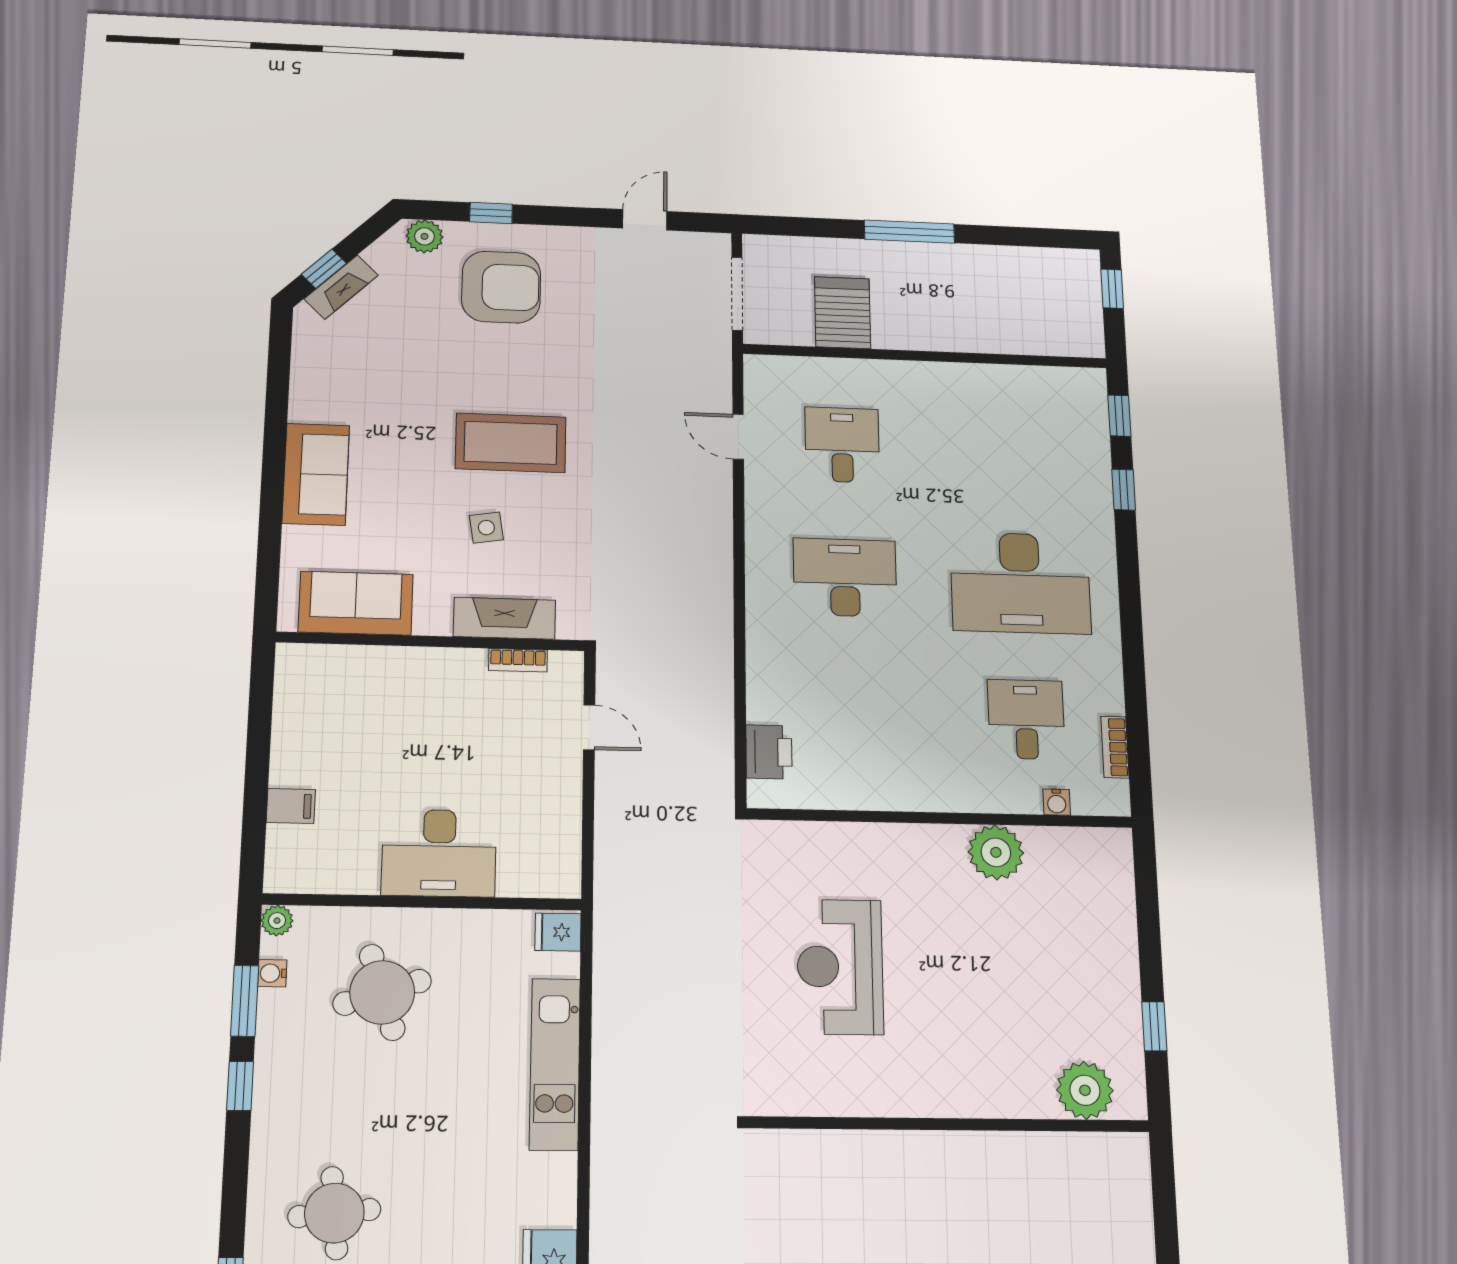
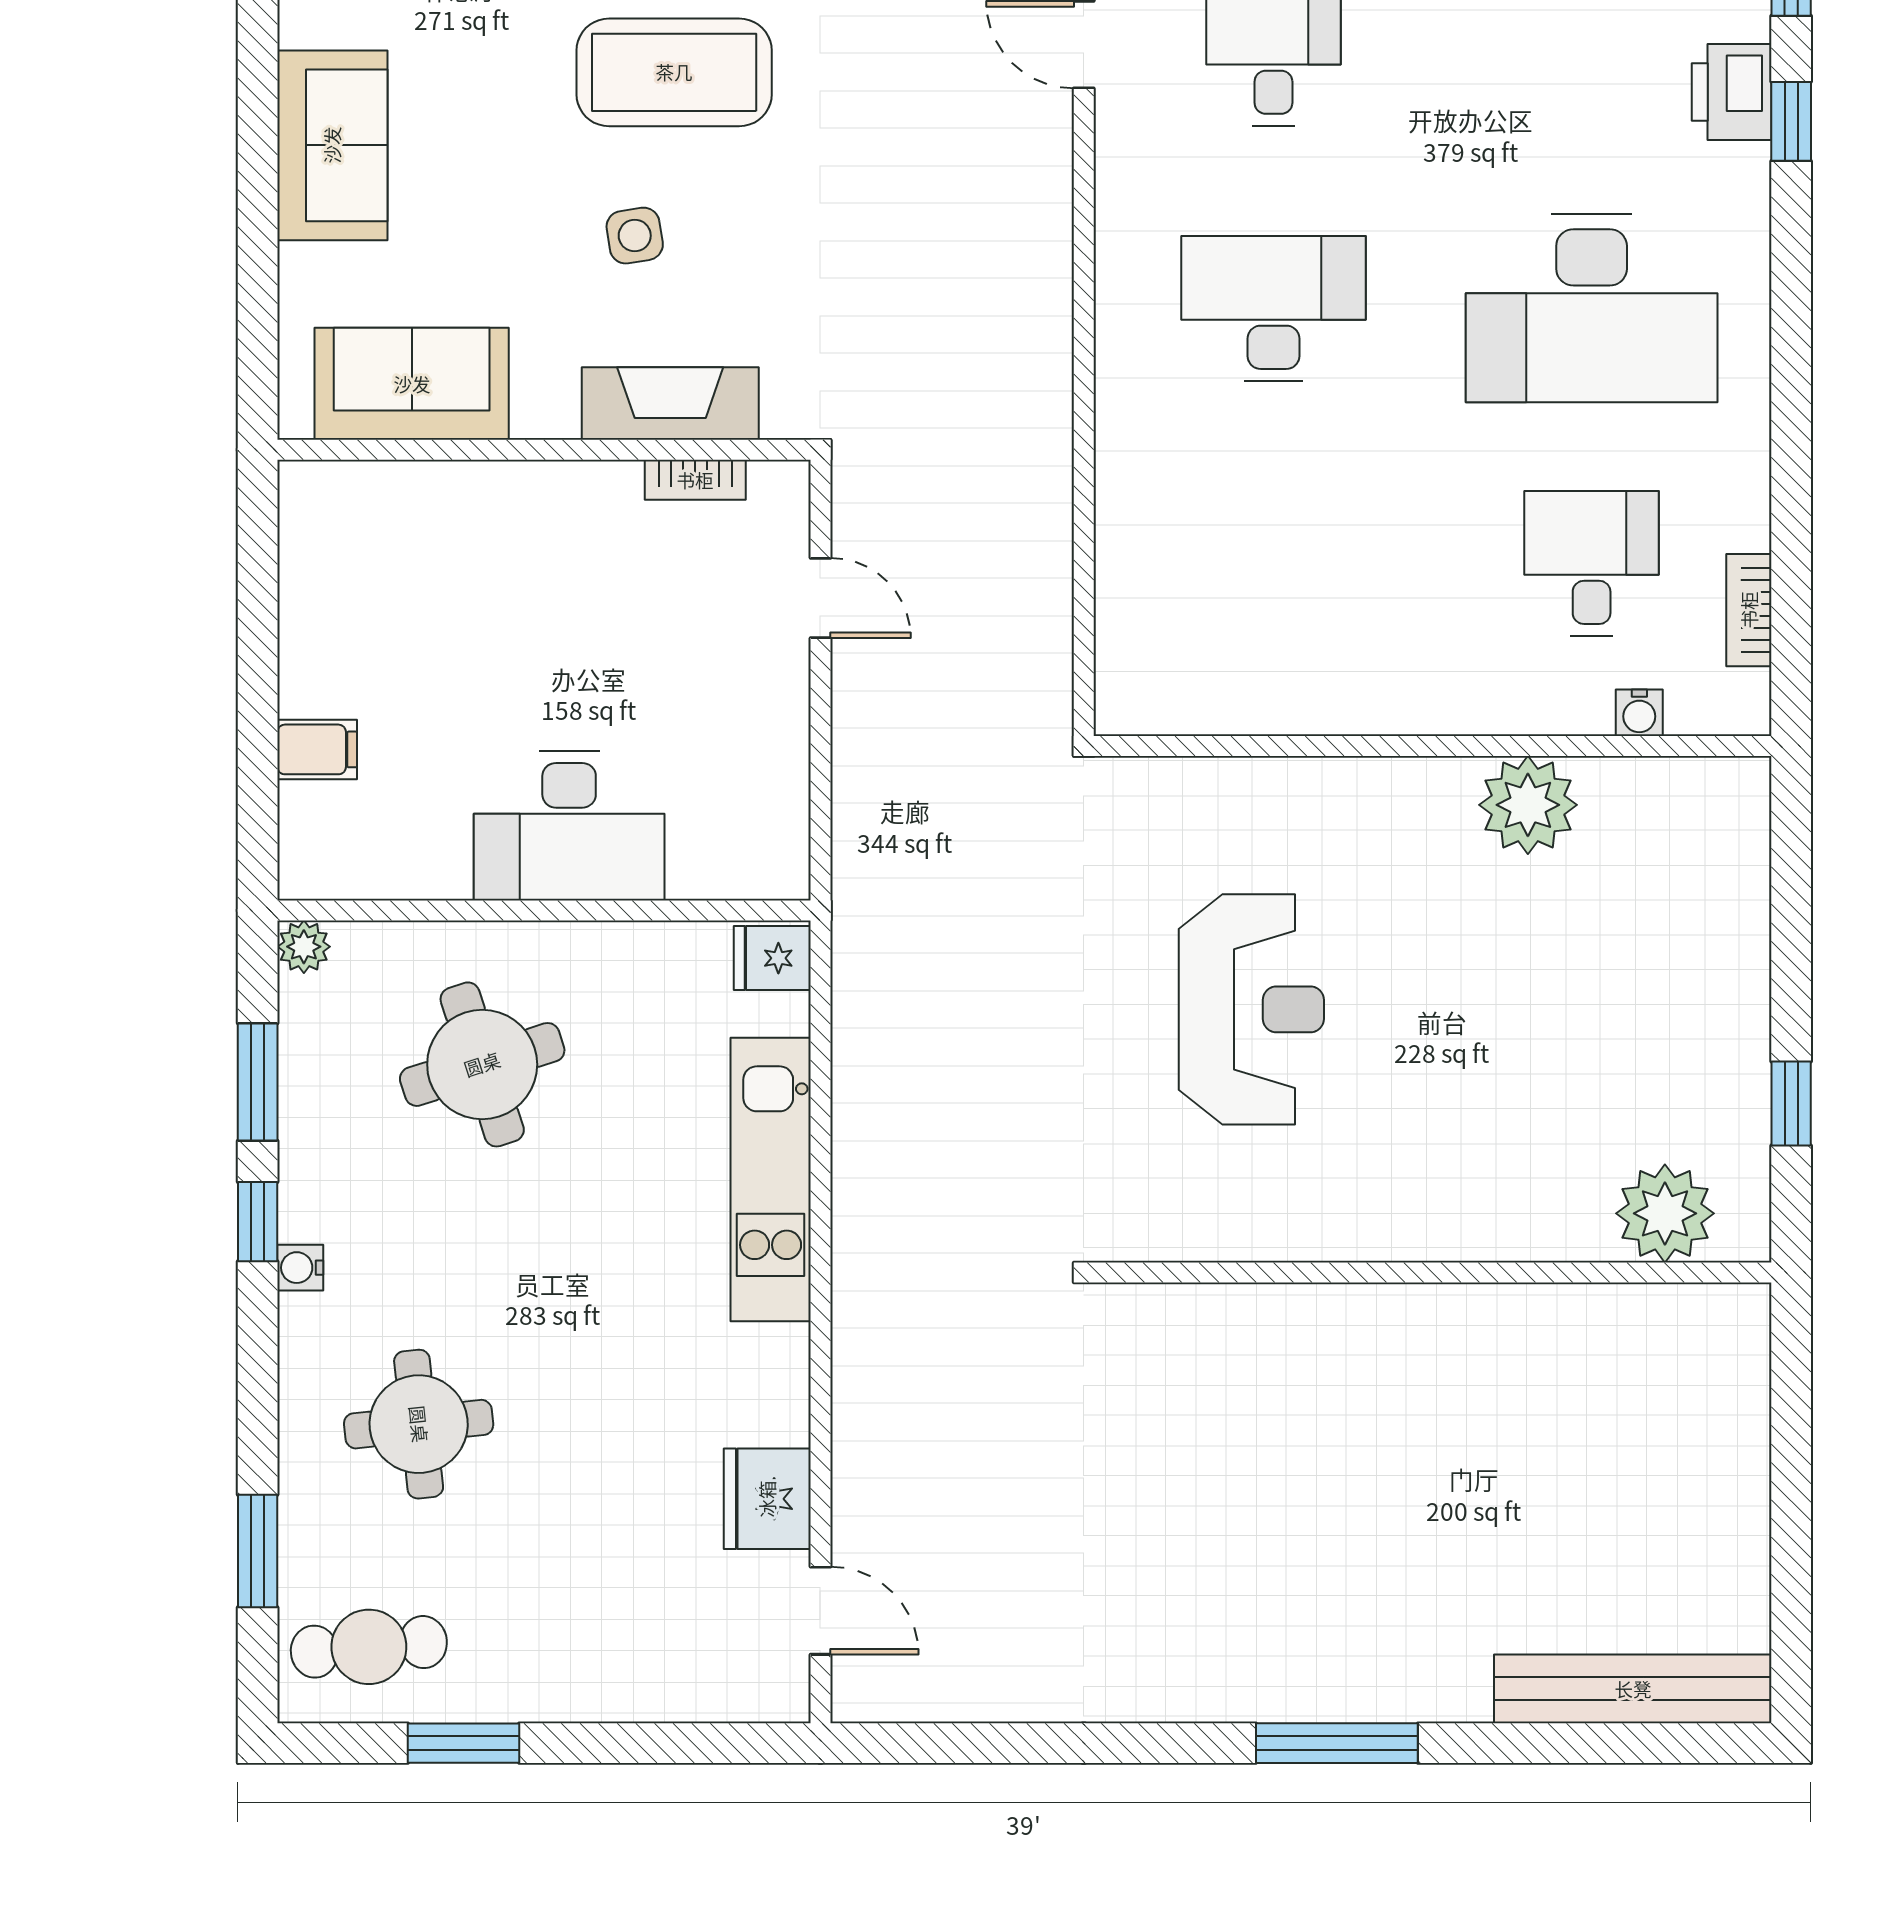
printer: (769, 752) -> (1732, 92), moved, turned 180
reception desk: (840, 967) -> (1251, 1009), turned 180
water cooler: (272, 973) -> (300, 1268), moved

